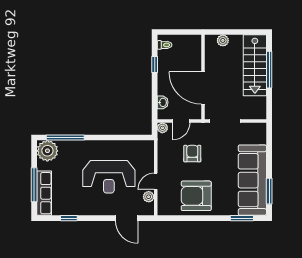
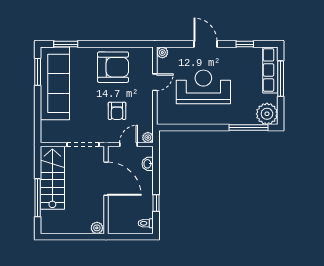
plant: (223, 40) -> (97, 228), moved
stairs: (255, 65) -> (52, 178), moved
plant: (149, 197) -> (162, 52), moved
door: (127, 218) -> (206, 44), moved

